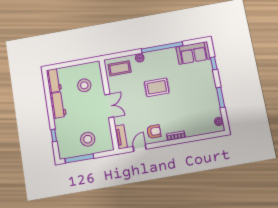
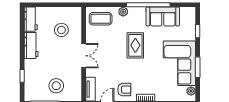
sofa: (193, 53) -> (163, 16), moved
rug: (157, 87) -> (135, 45), turned 90
corner sofa: (202, 97) -> (179, 63), added

